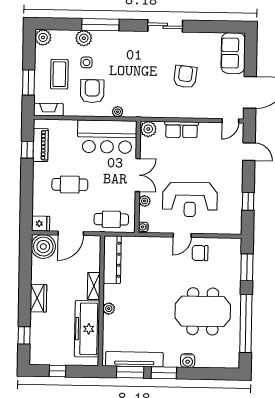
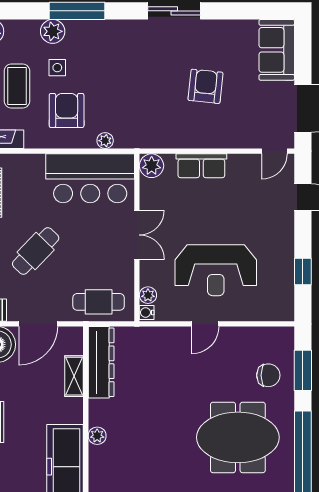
cafe table: (70, 185) -> (36, 251), turned -46
plant: (145, 201) -> (148, 295), moved
chair: (200, 253) -> (268, 375), moved, turned 180
shelving: (94, 286) -> (74, 376), moved

